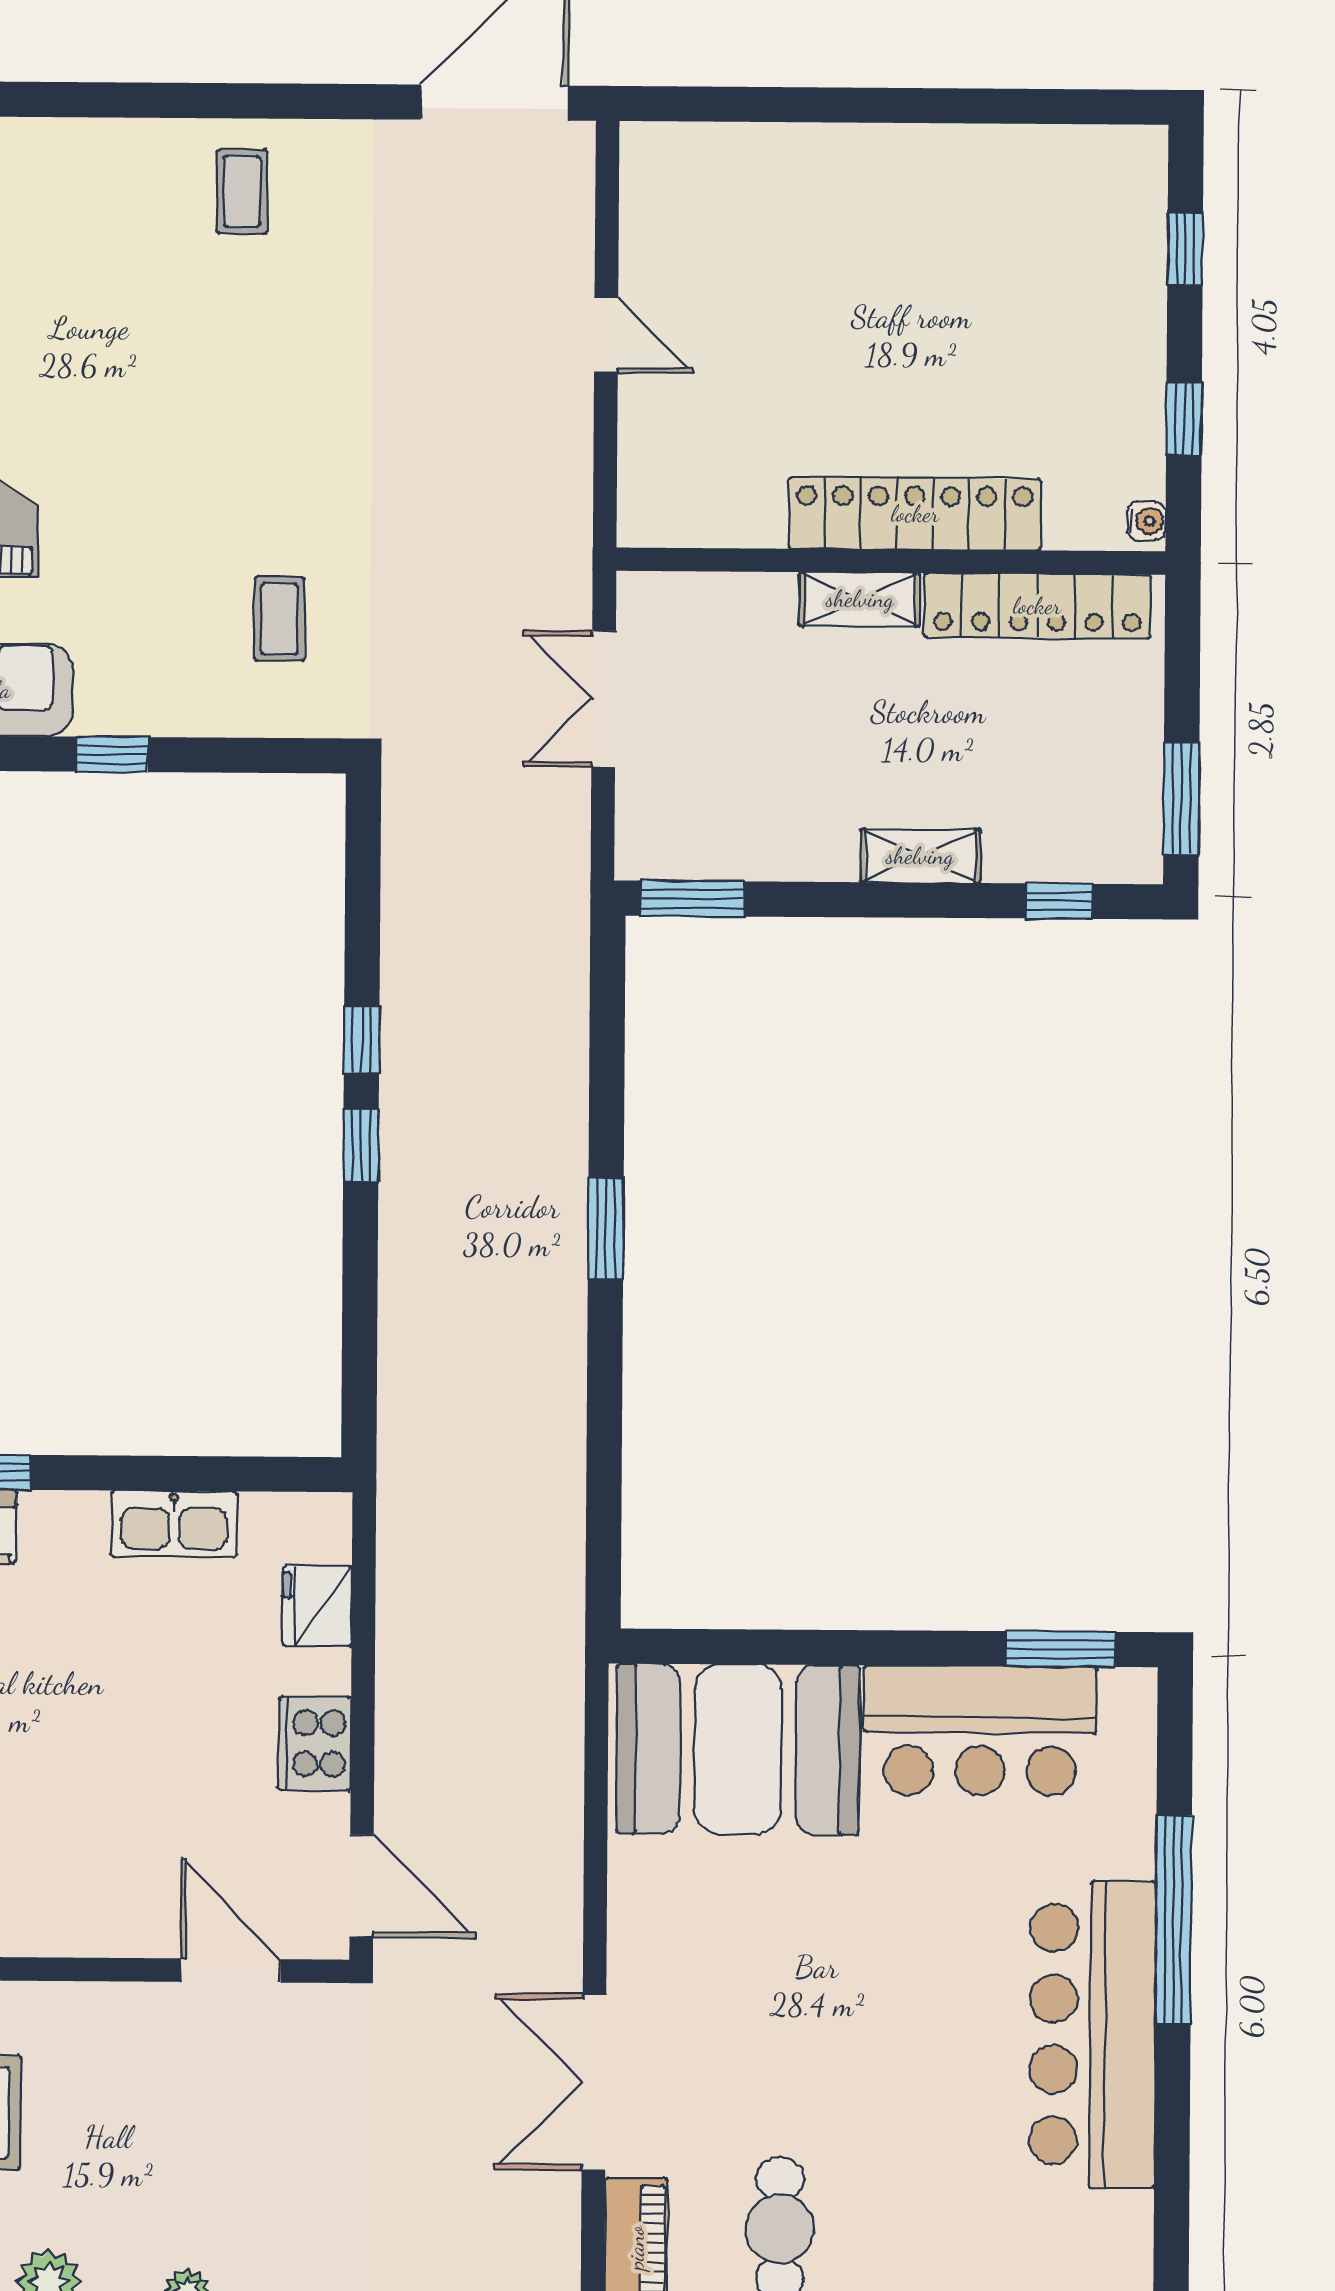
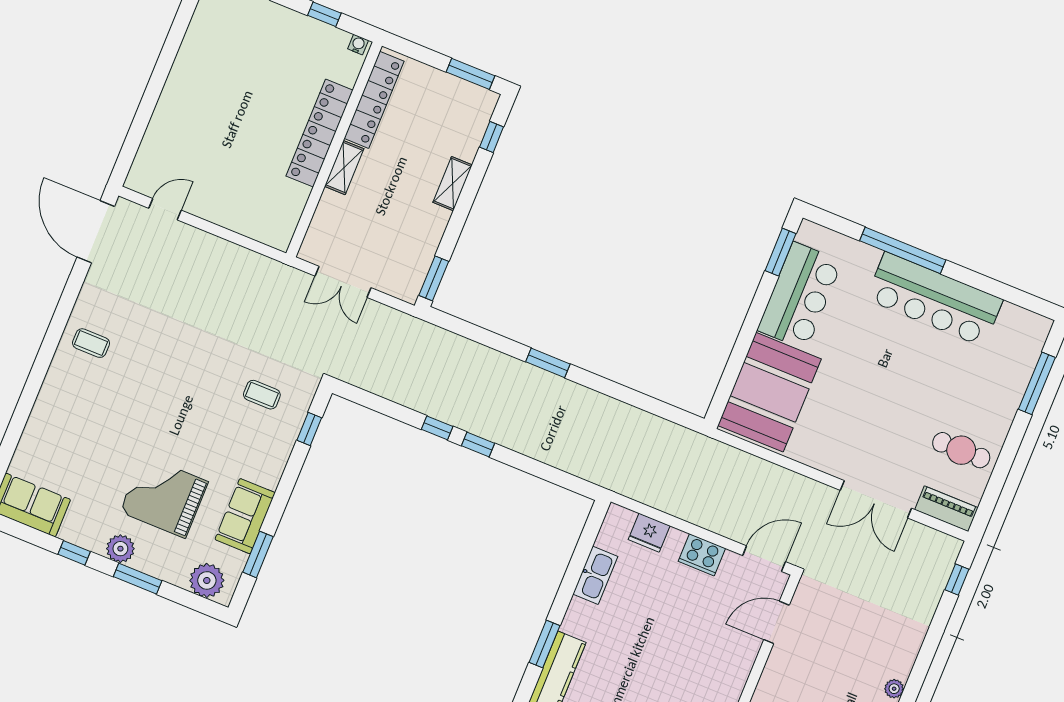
door: (606, 335) -> (165, 209), moved
window: (112, 754) -> (309, 429), moved

